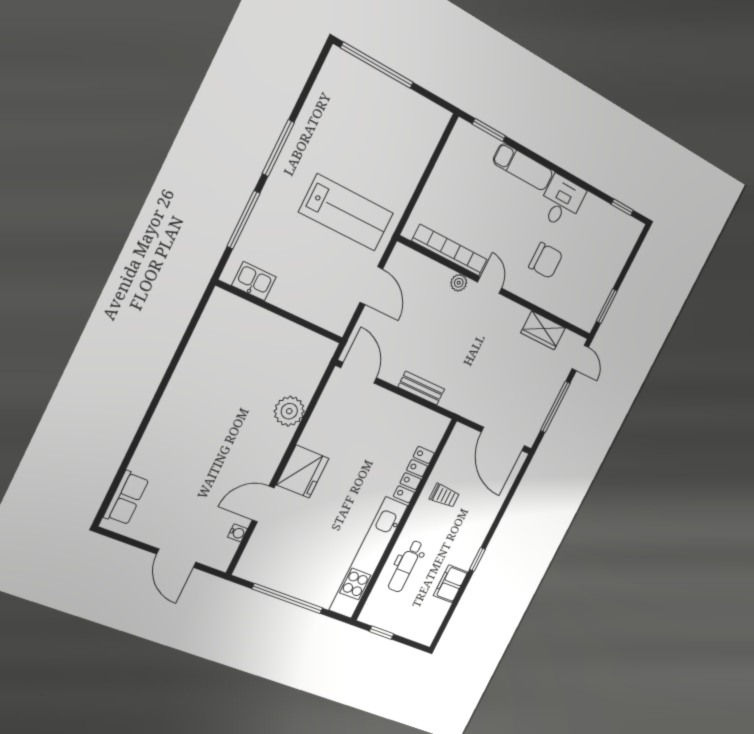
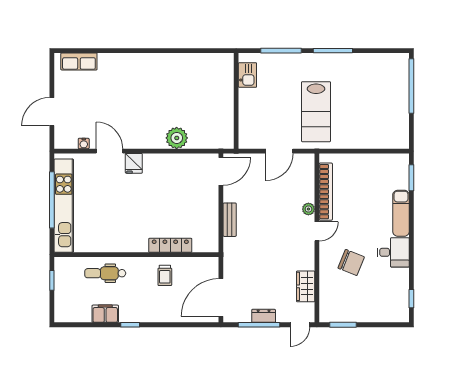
chair: (546, 261) -> (351, 262), turned -68
dresser: (549, 397) -> (264, 316), added
fridge: (303, 472) -> (134, 163), width x0.53, depth x0.75
kitchen unit: (368, 558) -> (64, 206), moved, turned 90

